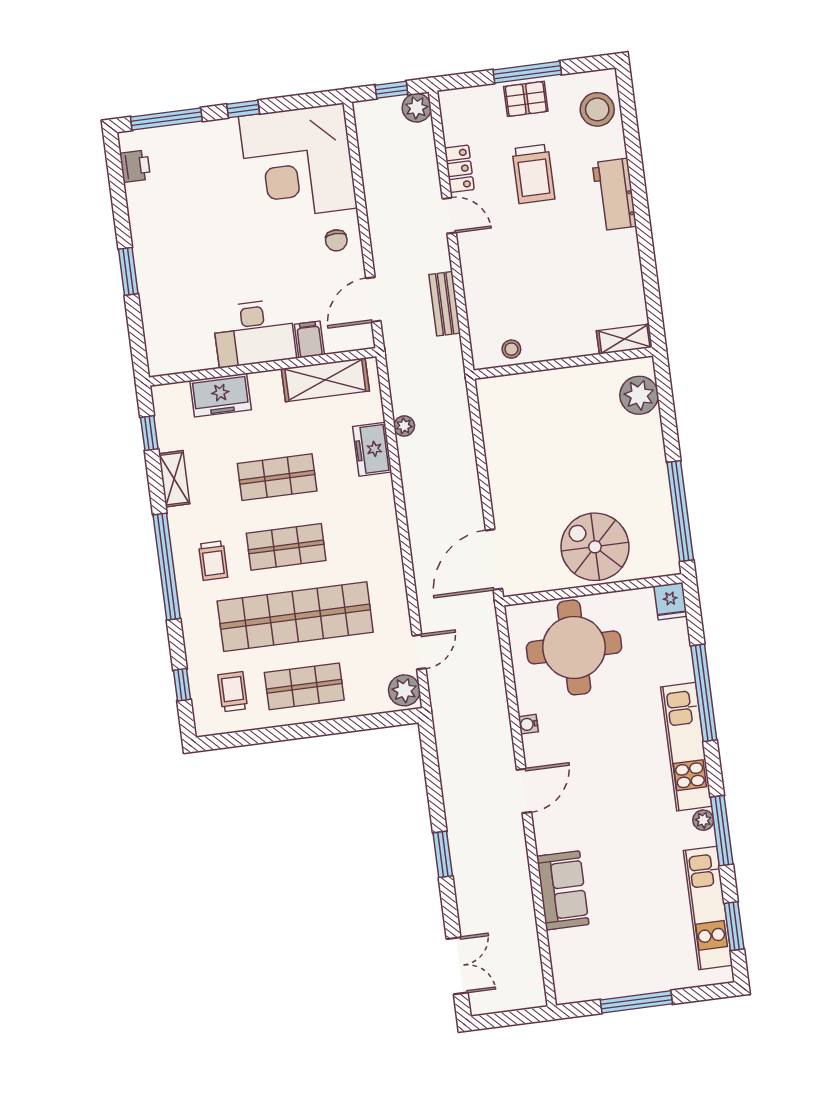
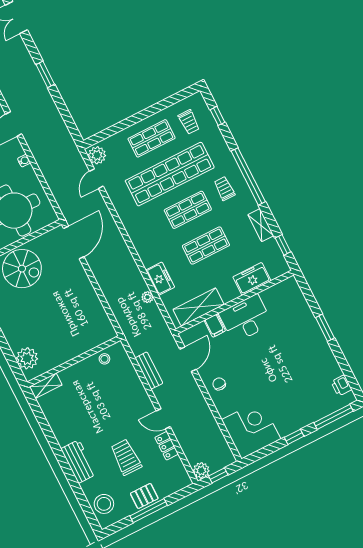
corner desk: (298, 162) -> (251, 429), width x0.74, depth x0.74

